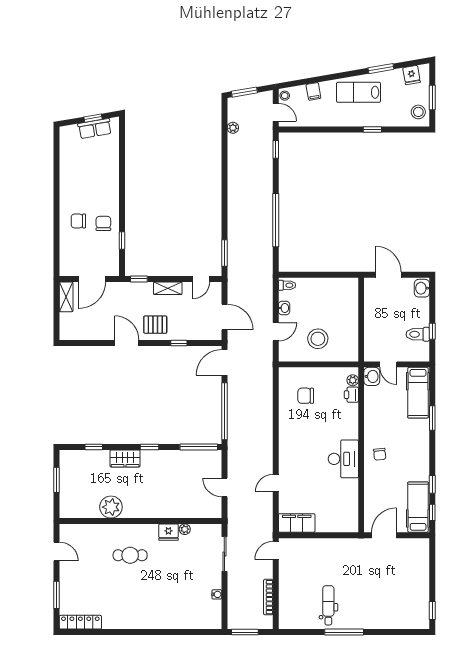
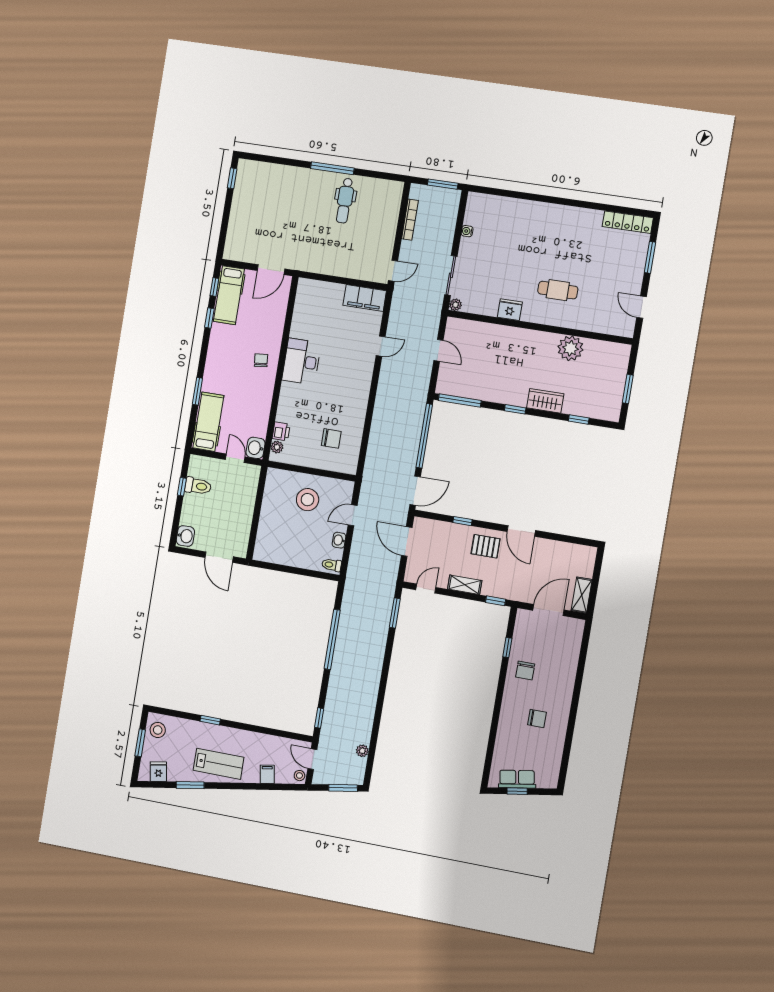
chair: (78, 221) -> (537, 719), moved
plant: (185, 529) -> (455, 305), moved

